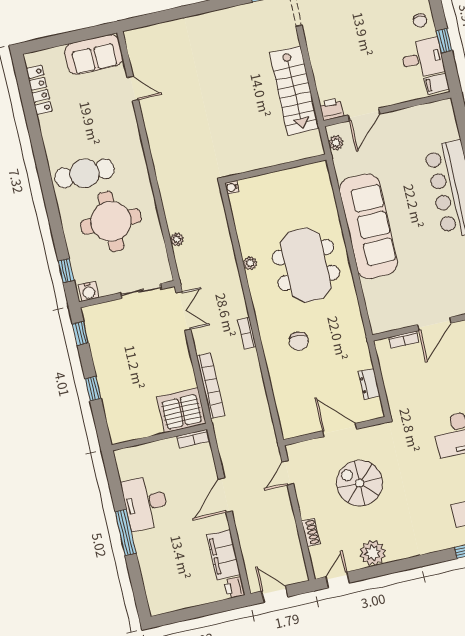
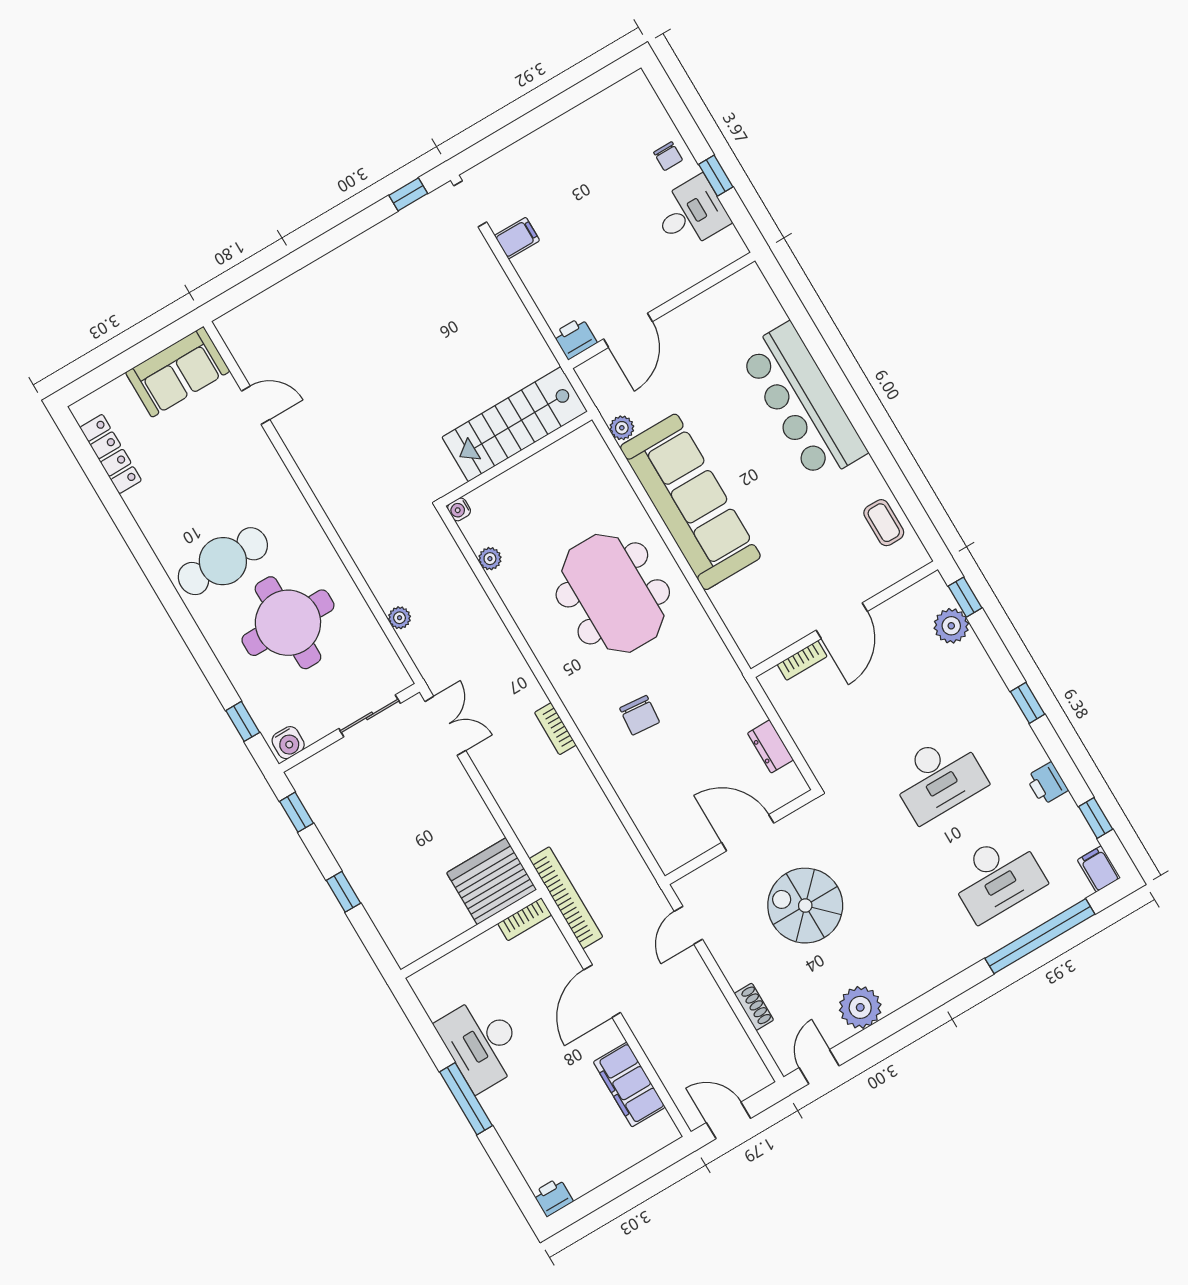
filing cabinet: (437, 84) -> (517, 238), moved, turned 180
stairs: (294, 91) -> (515, 424), moved, turned 90
plant: (336, 143) -> (622, 428), moved
plant: (250, 263) -> (490, 559), moved
bookcase: (211, 386) -> (566, 898), moved
printer: (234, 587) -> (553, 1197), moved, turned 90

